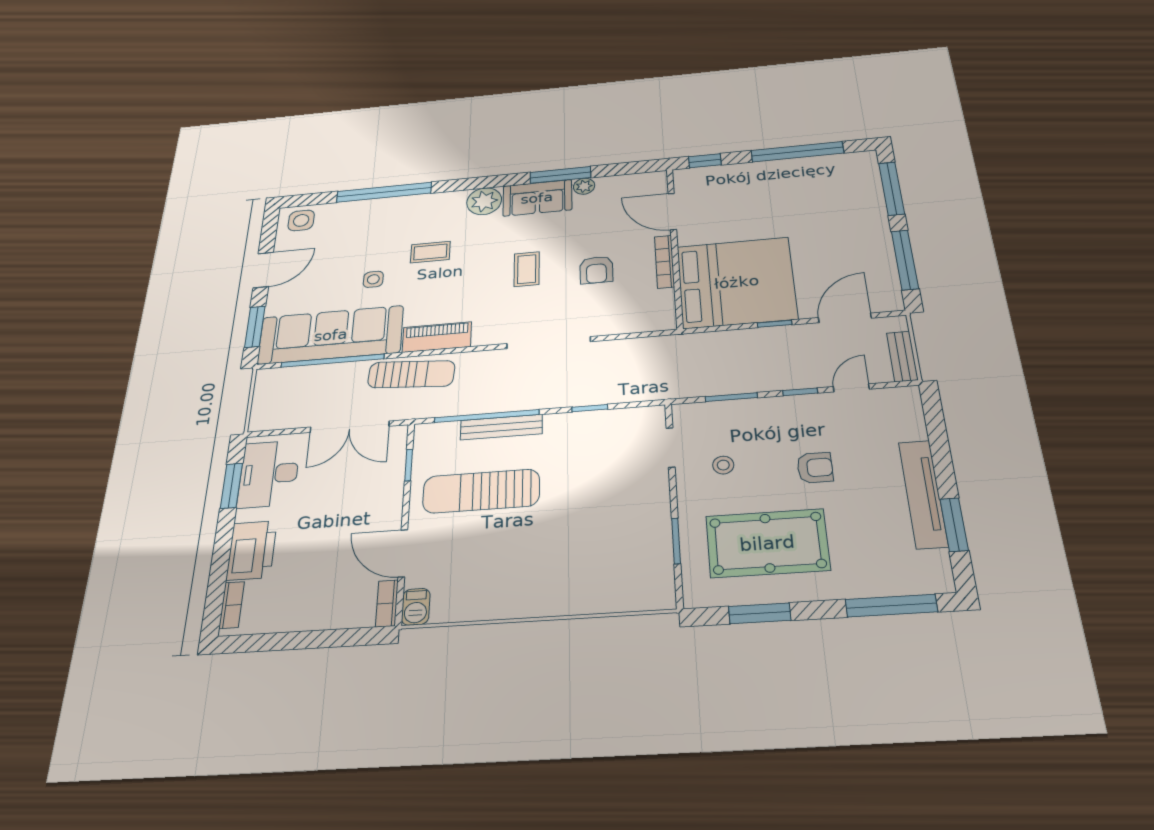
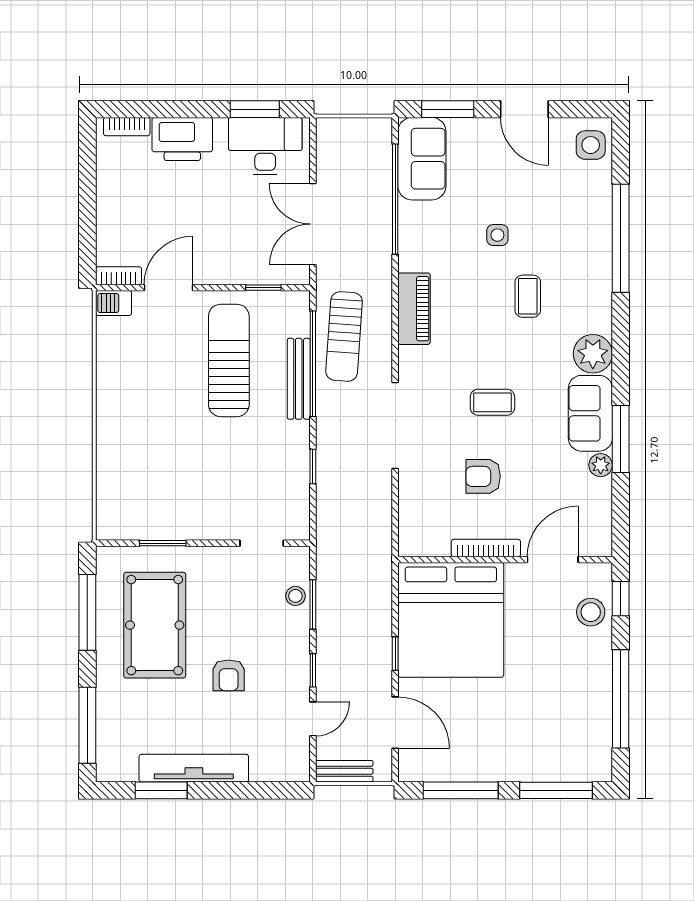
stool: (719, 180) -> (591, 612), added
sofa: (331, 335) -> (422, 159), width x0.54, depth x0.79
sun lounger: (411, 374) -> (344, 336), moved
door: (851, 388) -> (313, 719), hinge flipped
stool: (723, 465) -> (295, 596), moved
window: (760, 613) -> (87, 612), width x1.44

